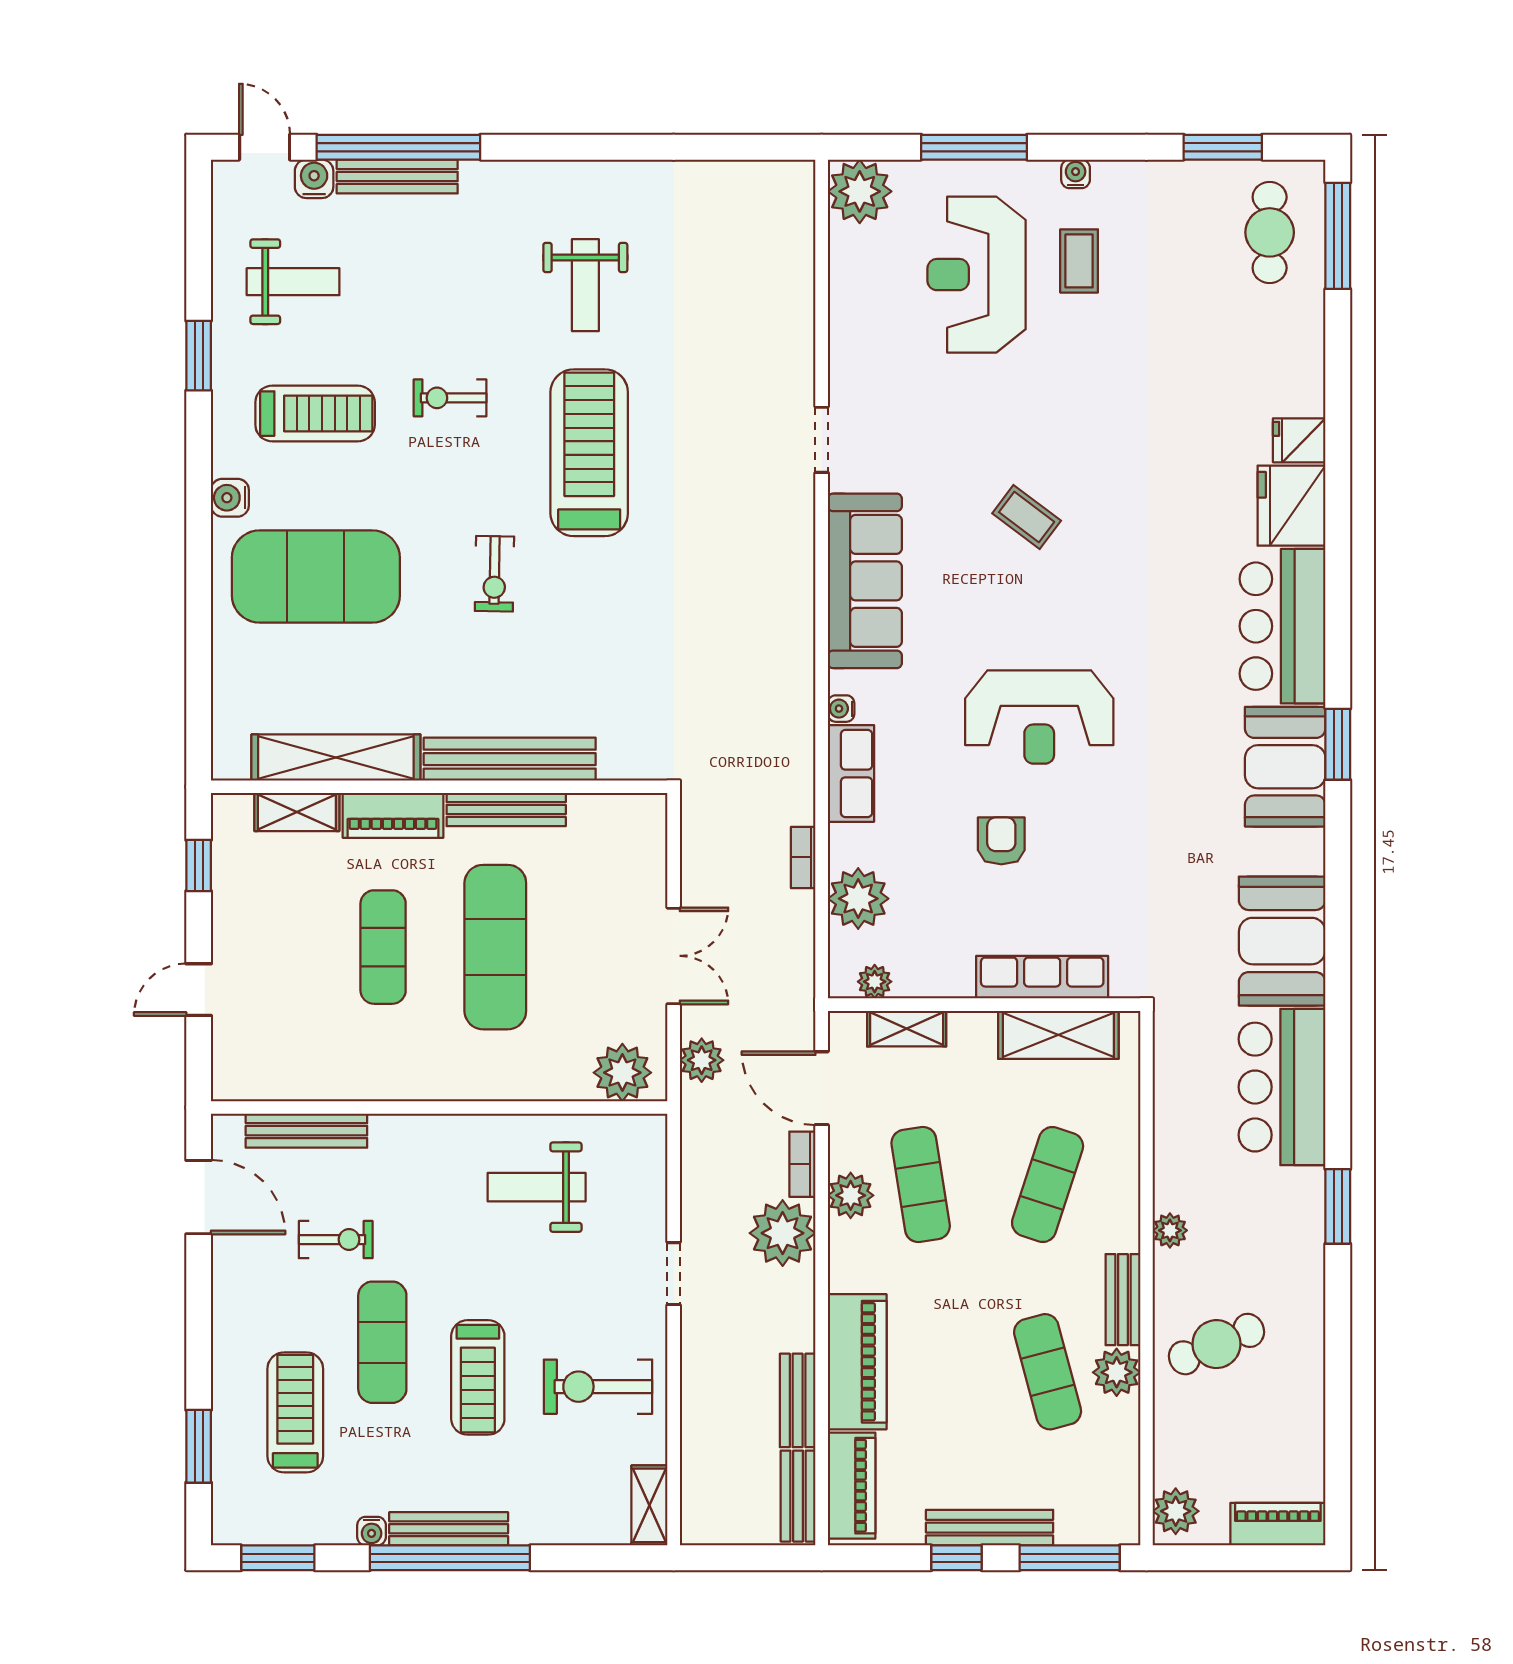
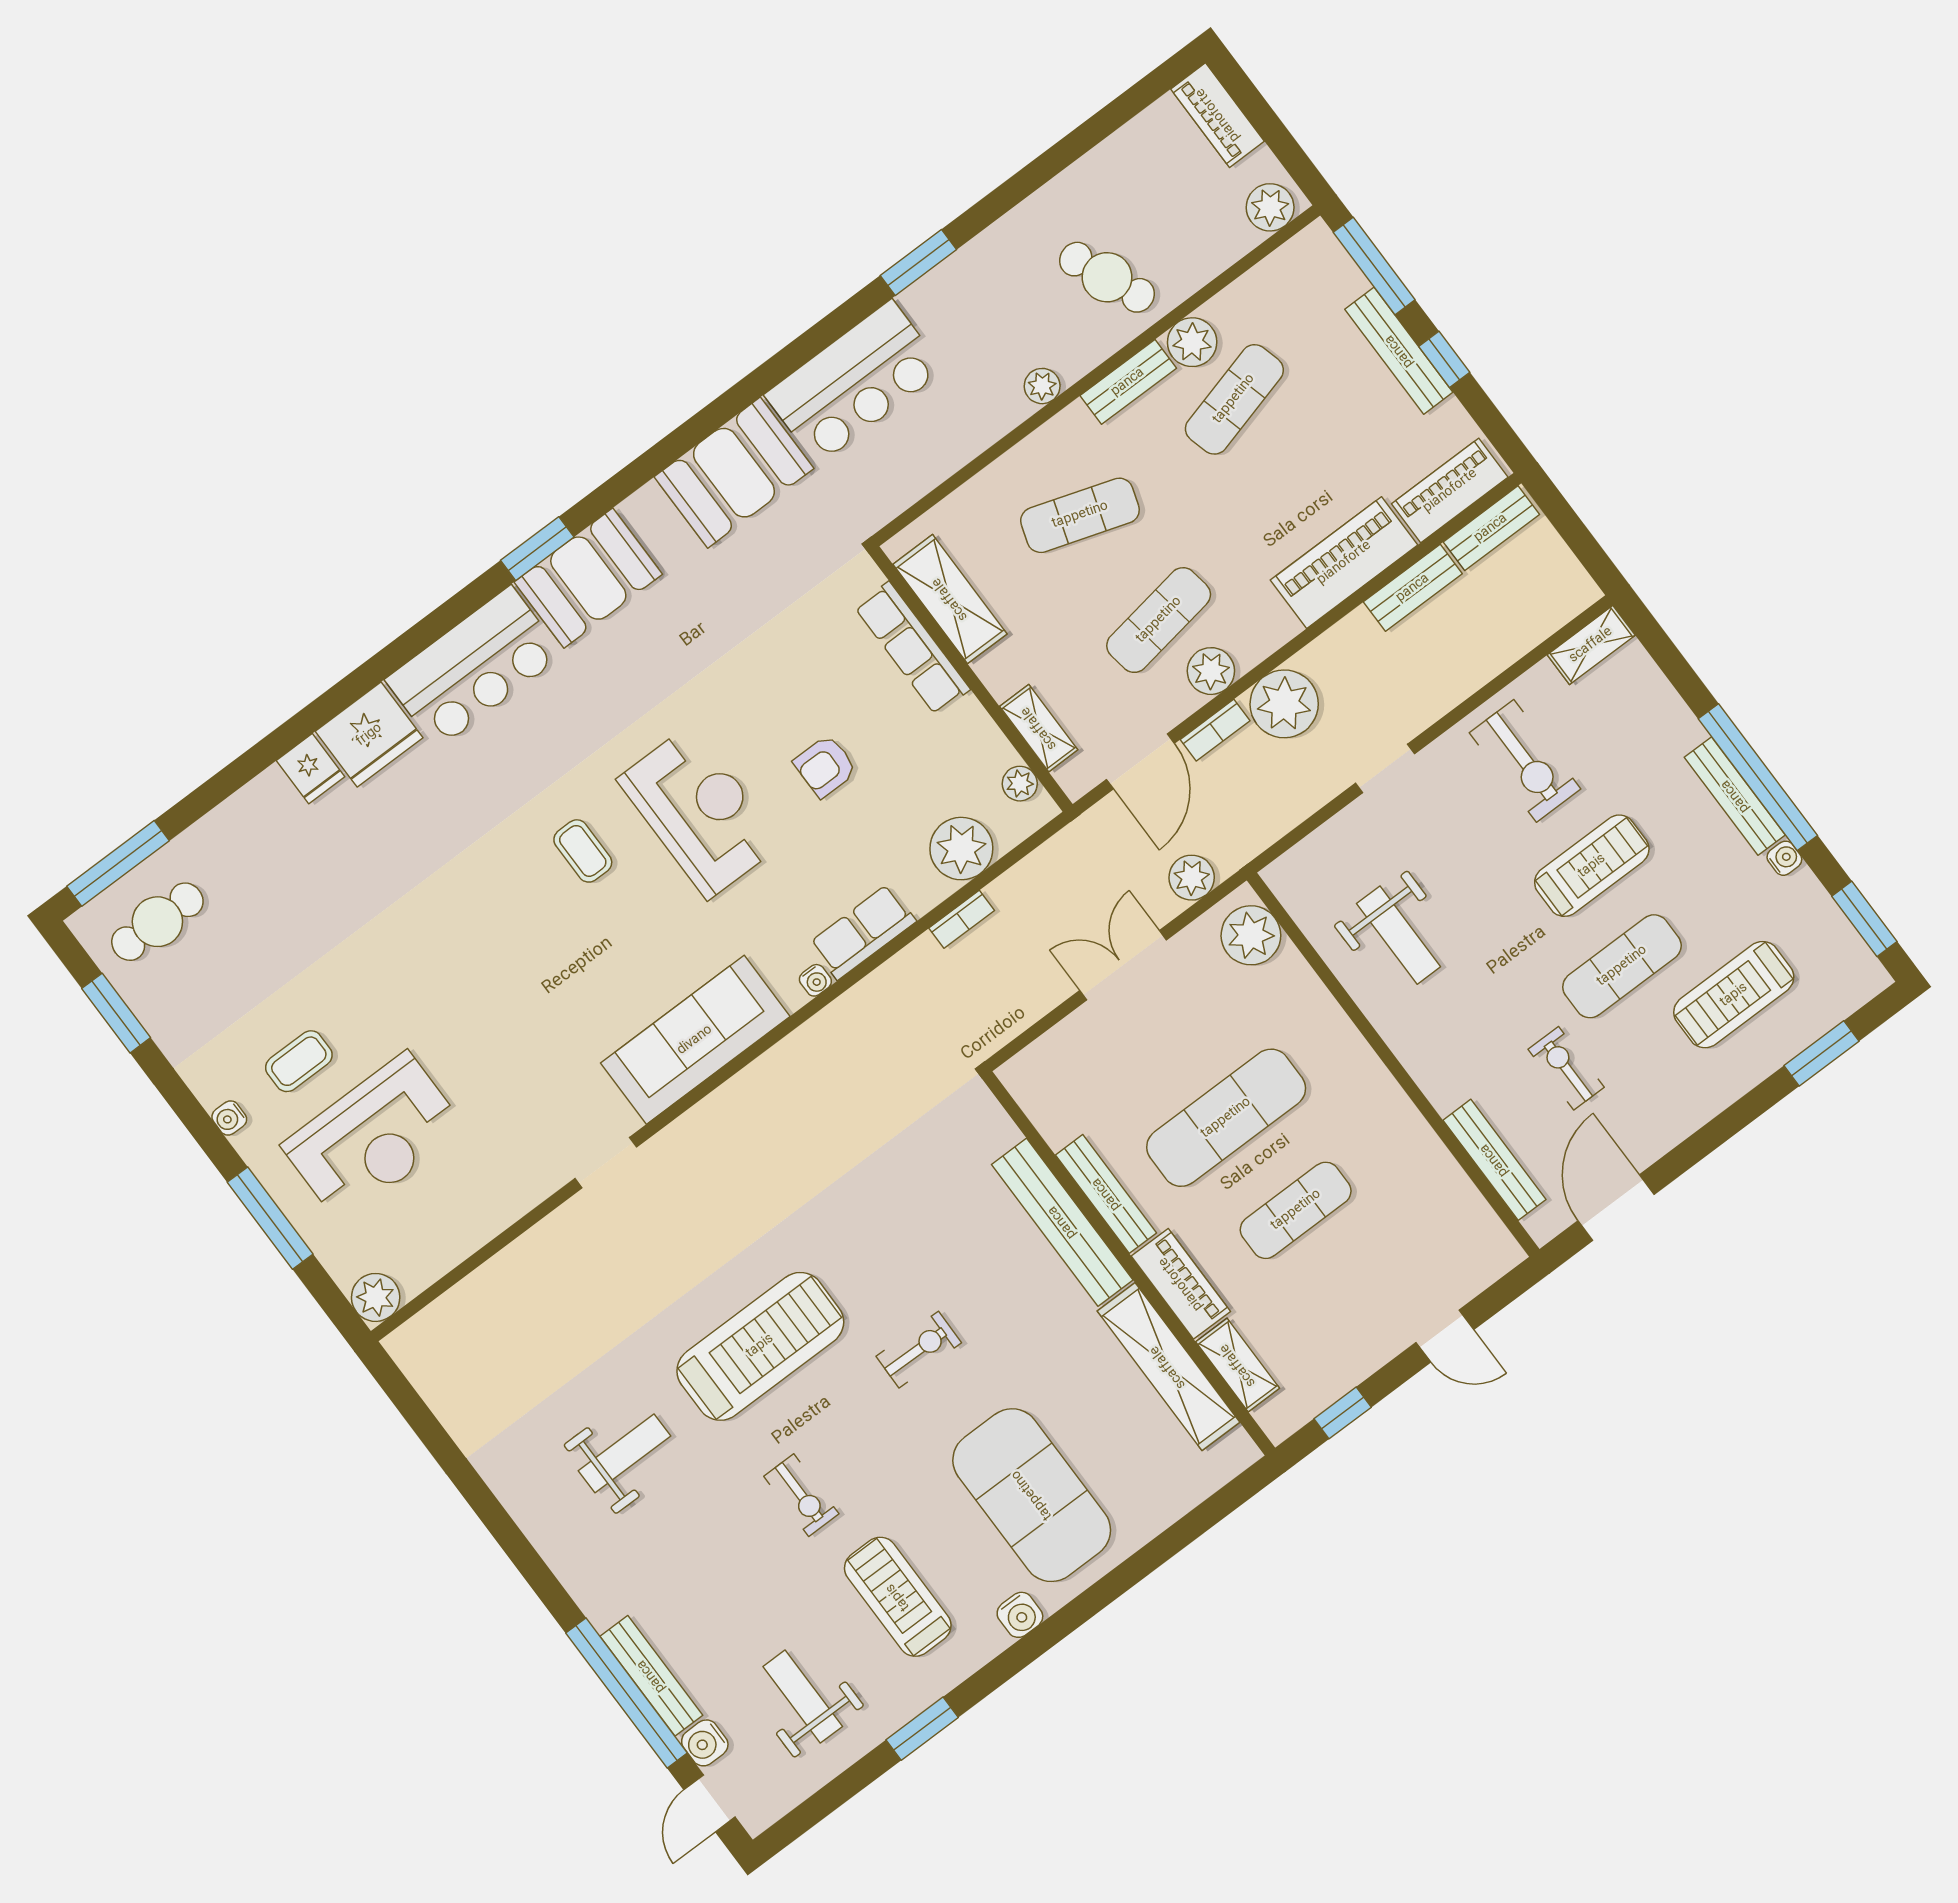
plant: (860, 191) -> (376, 1297), width x0.73, depth x0.73
treadmill: (589, 453) -> (760, 1346), turned 180
coffee table: (1027, 517) -> (583, 851), moved, turned -37

